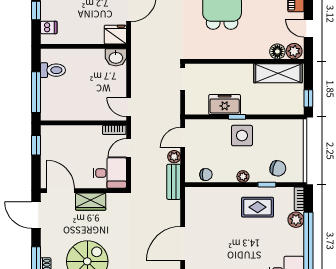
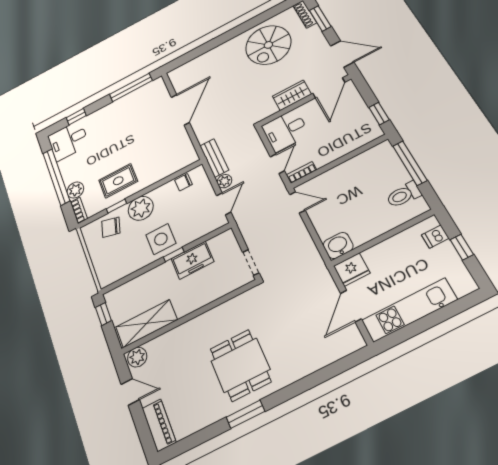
floor lamp: (277, 51) -> (156, 347), removed
plant: (243, 176) -> (141, 208), width x1.87, depth x1.87
door: (61, 191) -> (329, 88), hinge flipped

